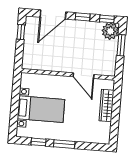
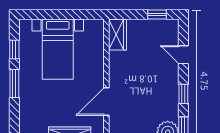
door: (53, 15) -> (183, 55), width x0.53
wardrobe: (34, 63) -> (117, 35), added

